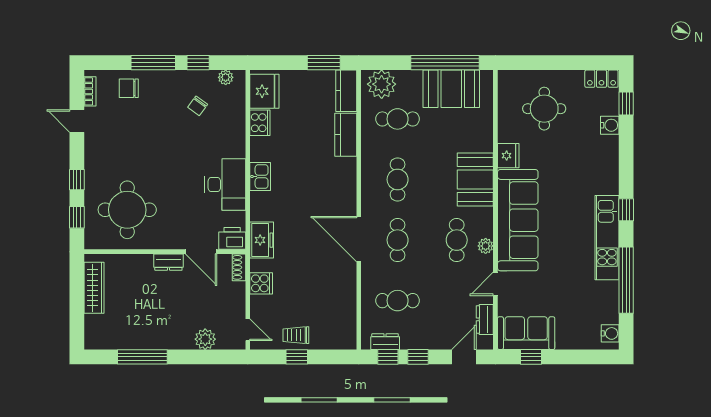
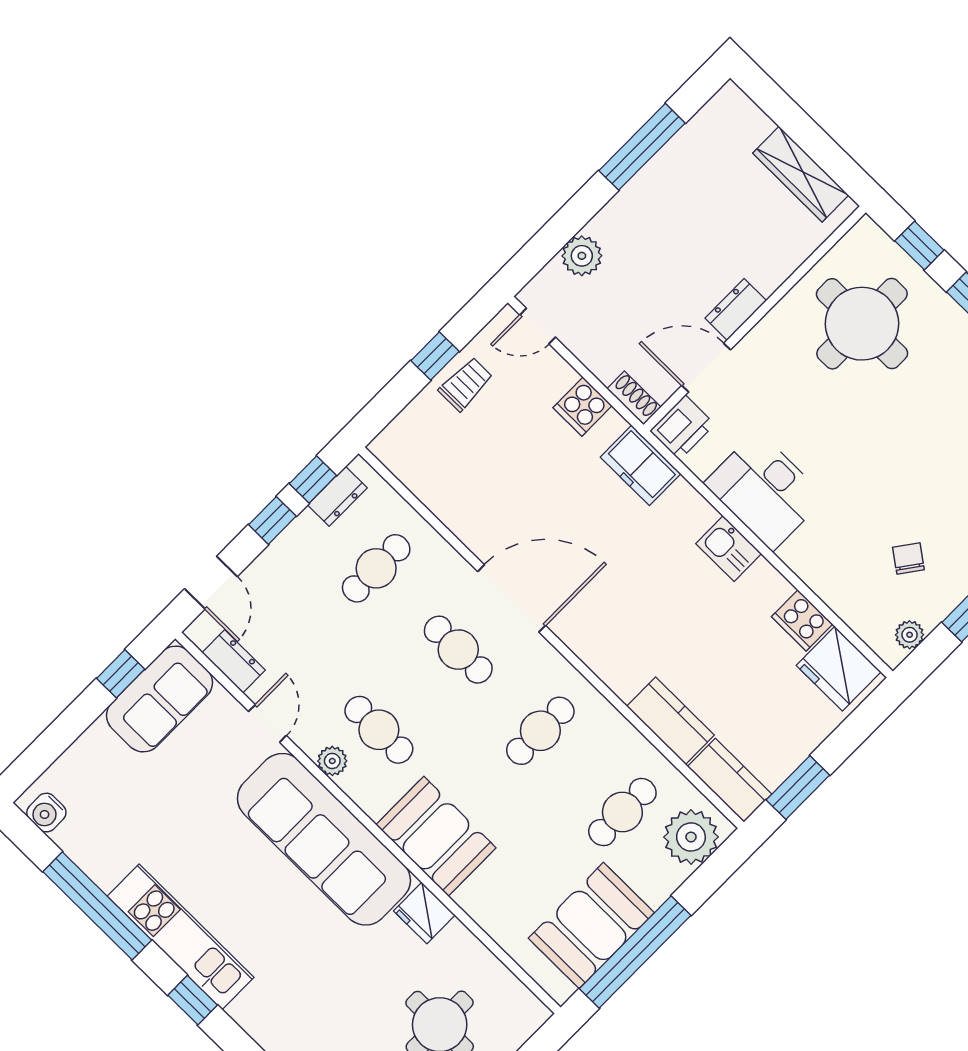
cafe table: (398, 179) -> (540, 731), turned 90

